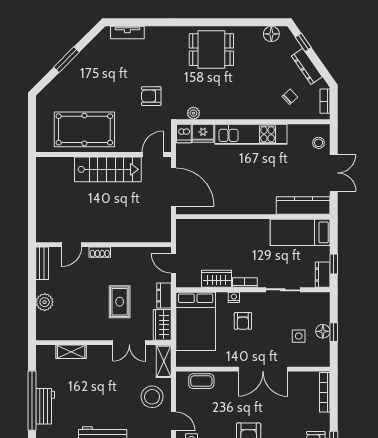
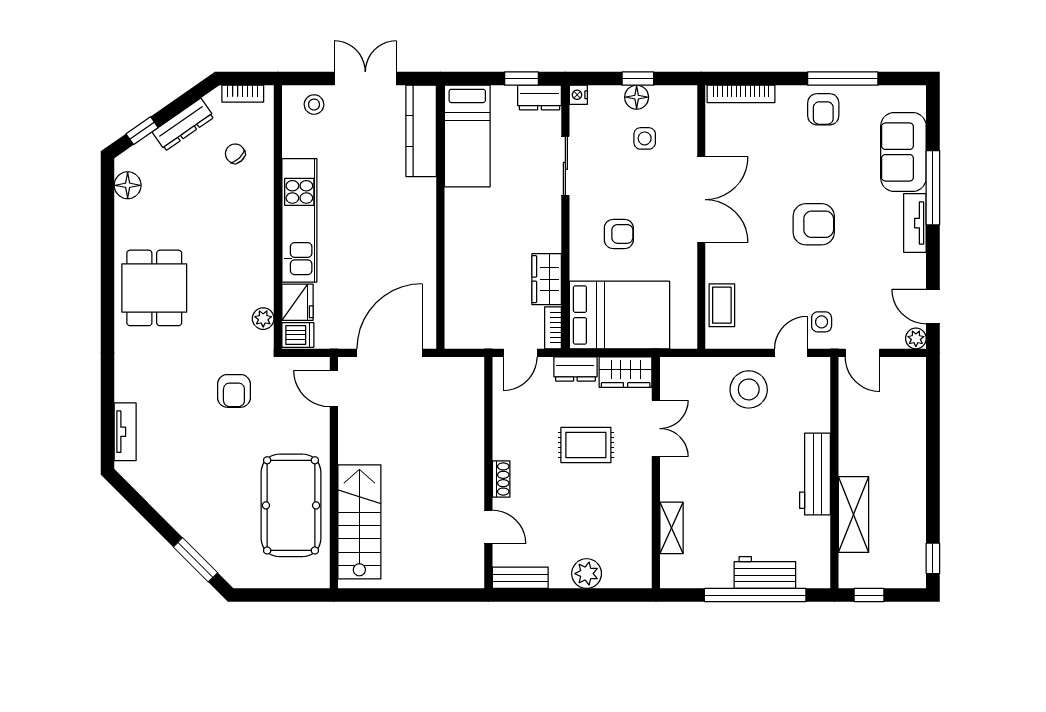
window: (66, 60) -> (195, 560), moved
stairs: (108, 169) -> (359, 522), moved
bookcase: (245, 283) -> (553, 328), moved
nightstand: (234, 297) -> (578, 95), moved
shelving: (164, 361) -> (688, 369), removed

